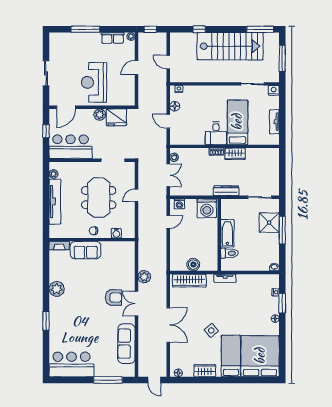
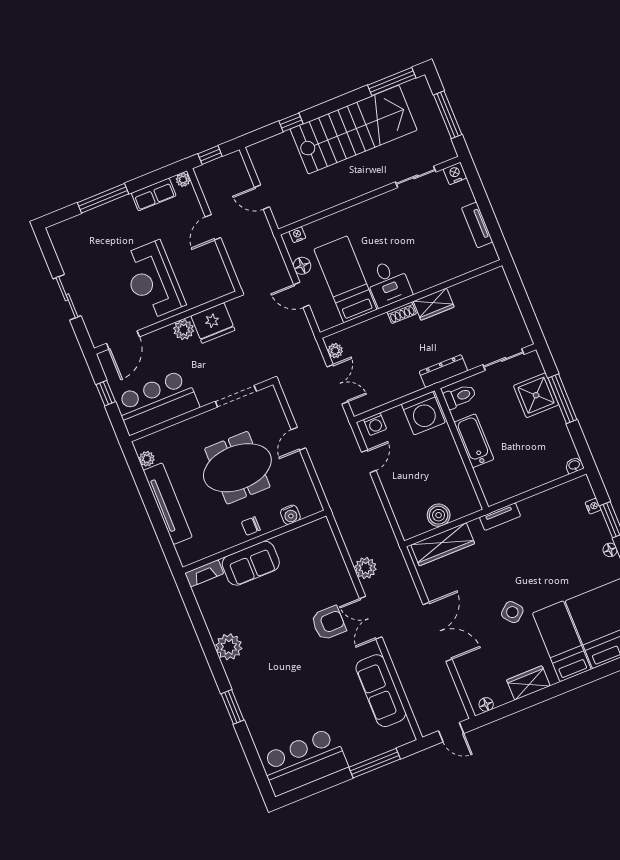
bed: (237, 122) -> (345, 279), moved
meeting table: (99, 198) -> (237, 468), turned 90
toilet: (229, 253) -> (460, 396), moved

